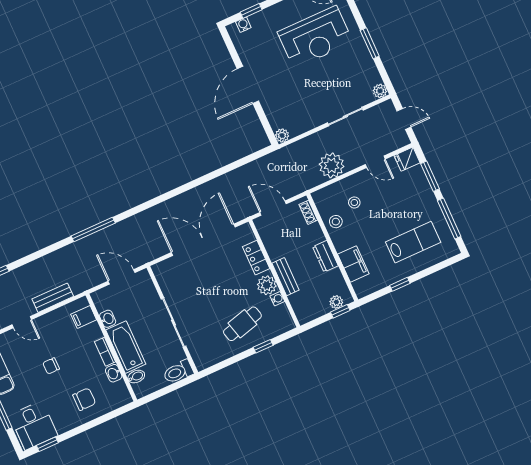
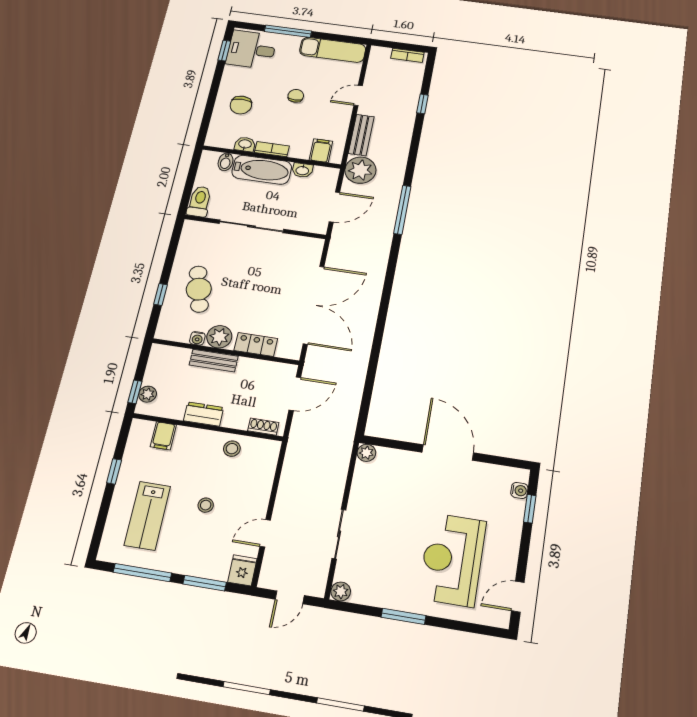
plant: (332, 165) -> (360, 170), moved
stool: (354, 202) -> (206, 505), moved
filing cabinet: (353, 264) -> (163, 436), width x0.50

